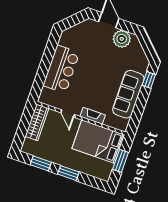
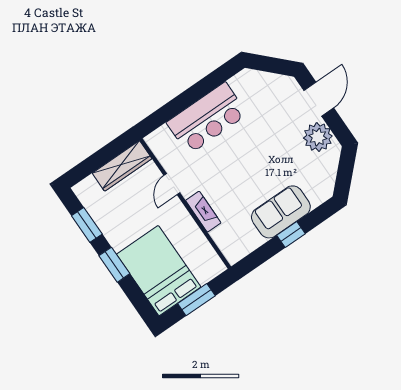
window: (149, 80) -> (291, 234), moved
sofa: (128, 94) -> (281, 212), width x0.73
bed: (98, 142) -> (159, 271), moved

